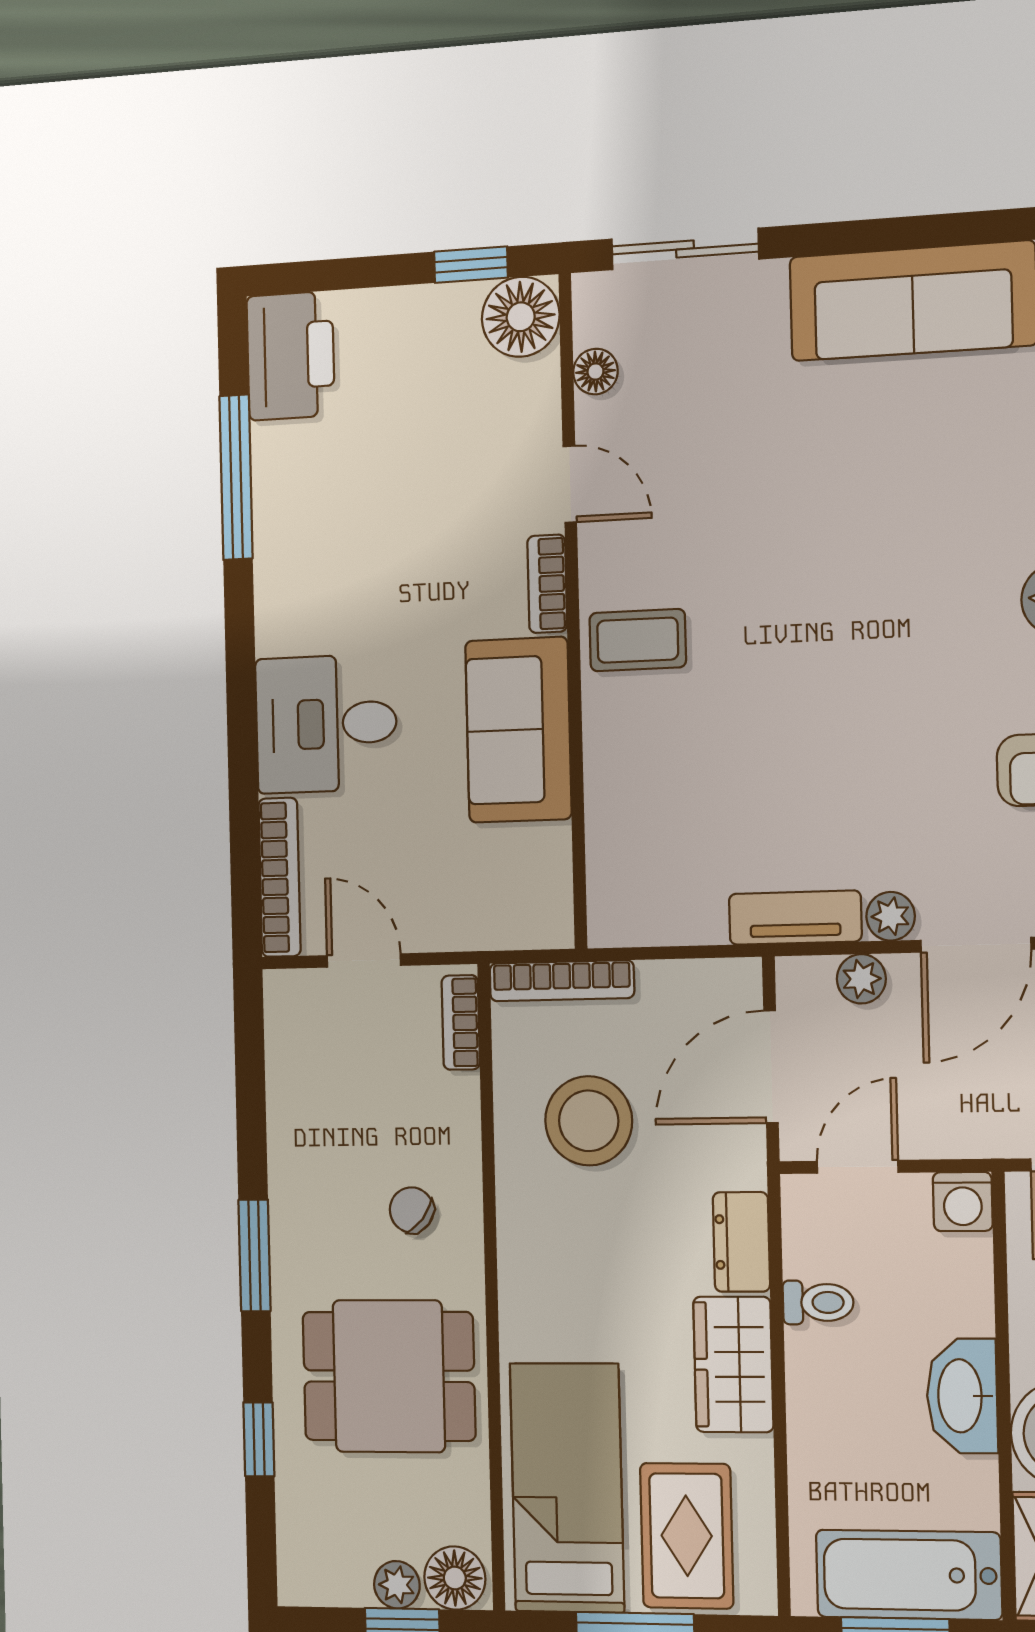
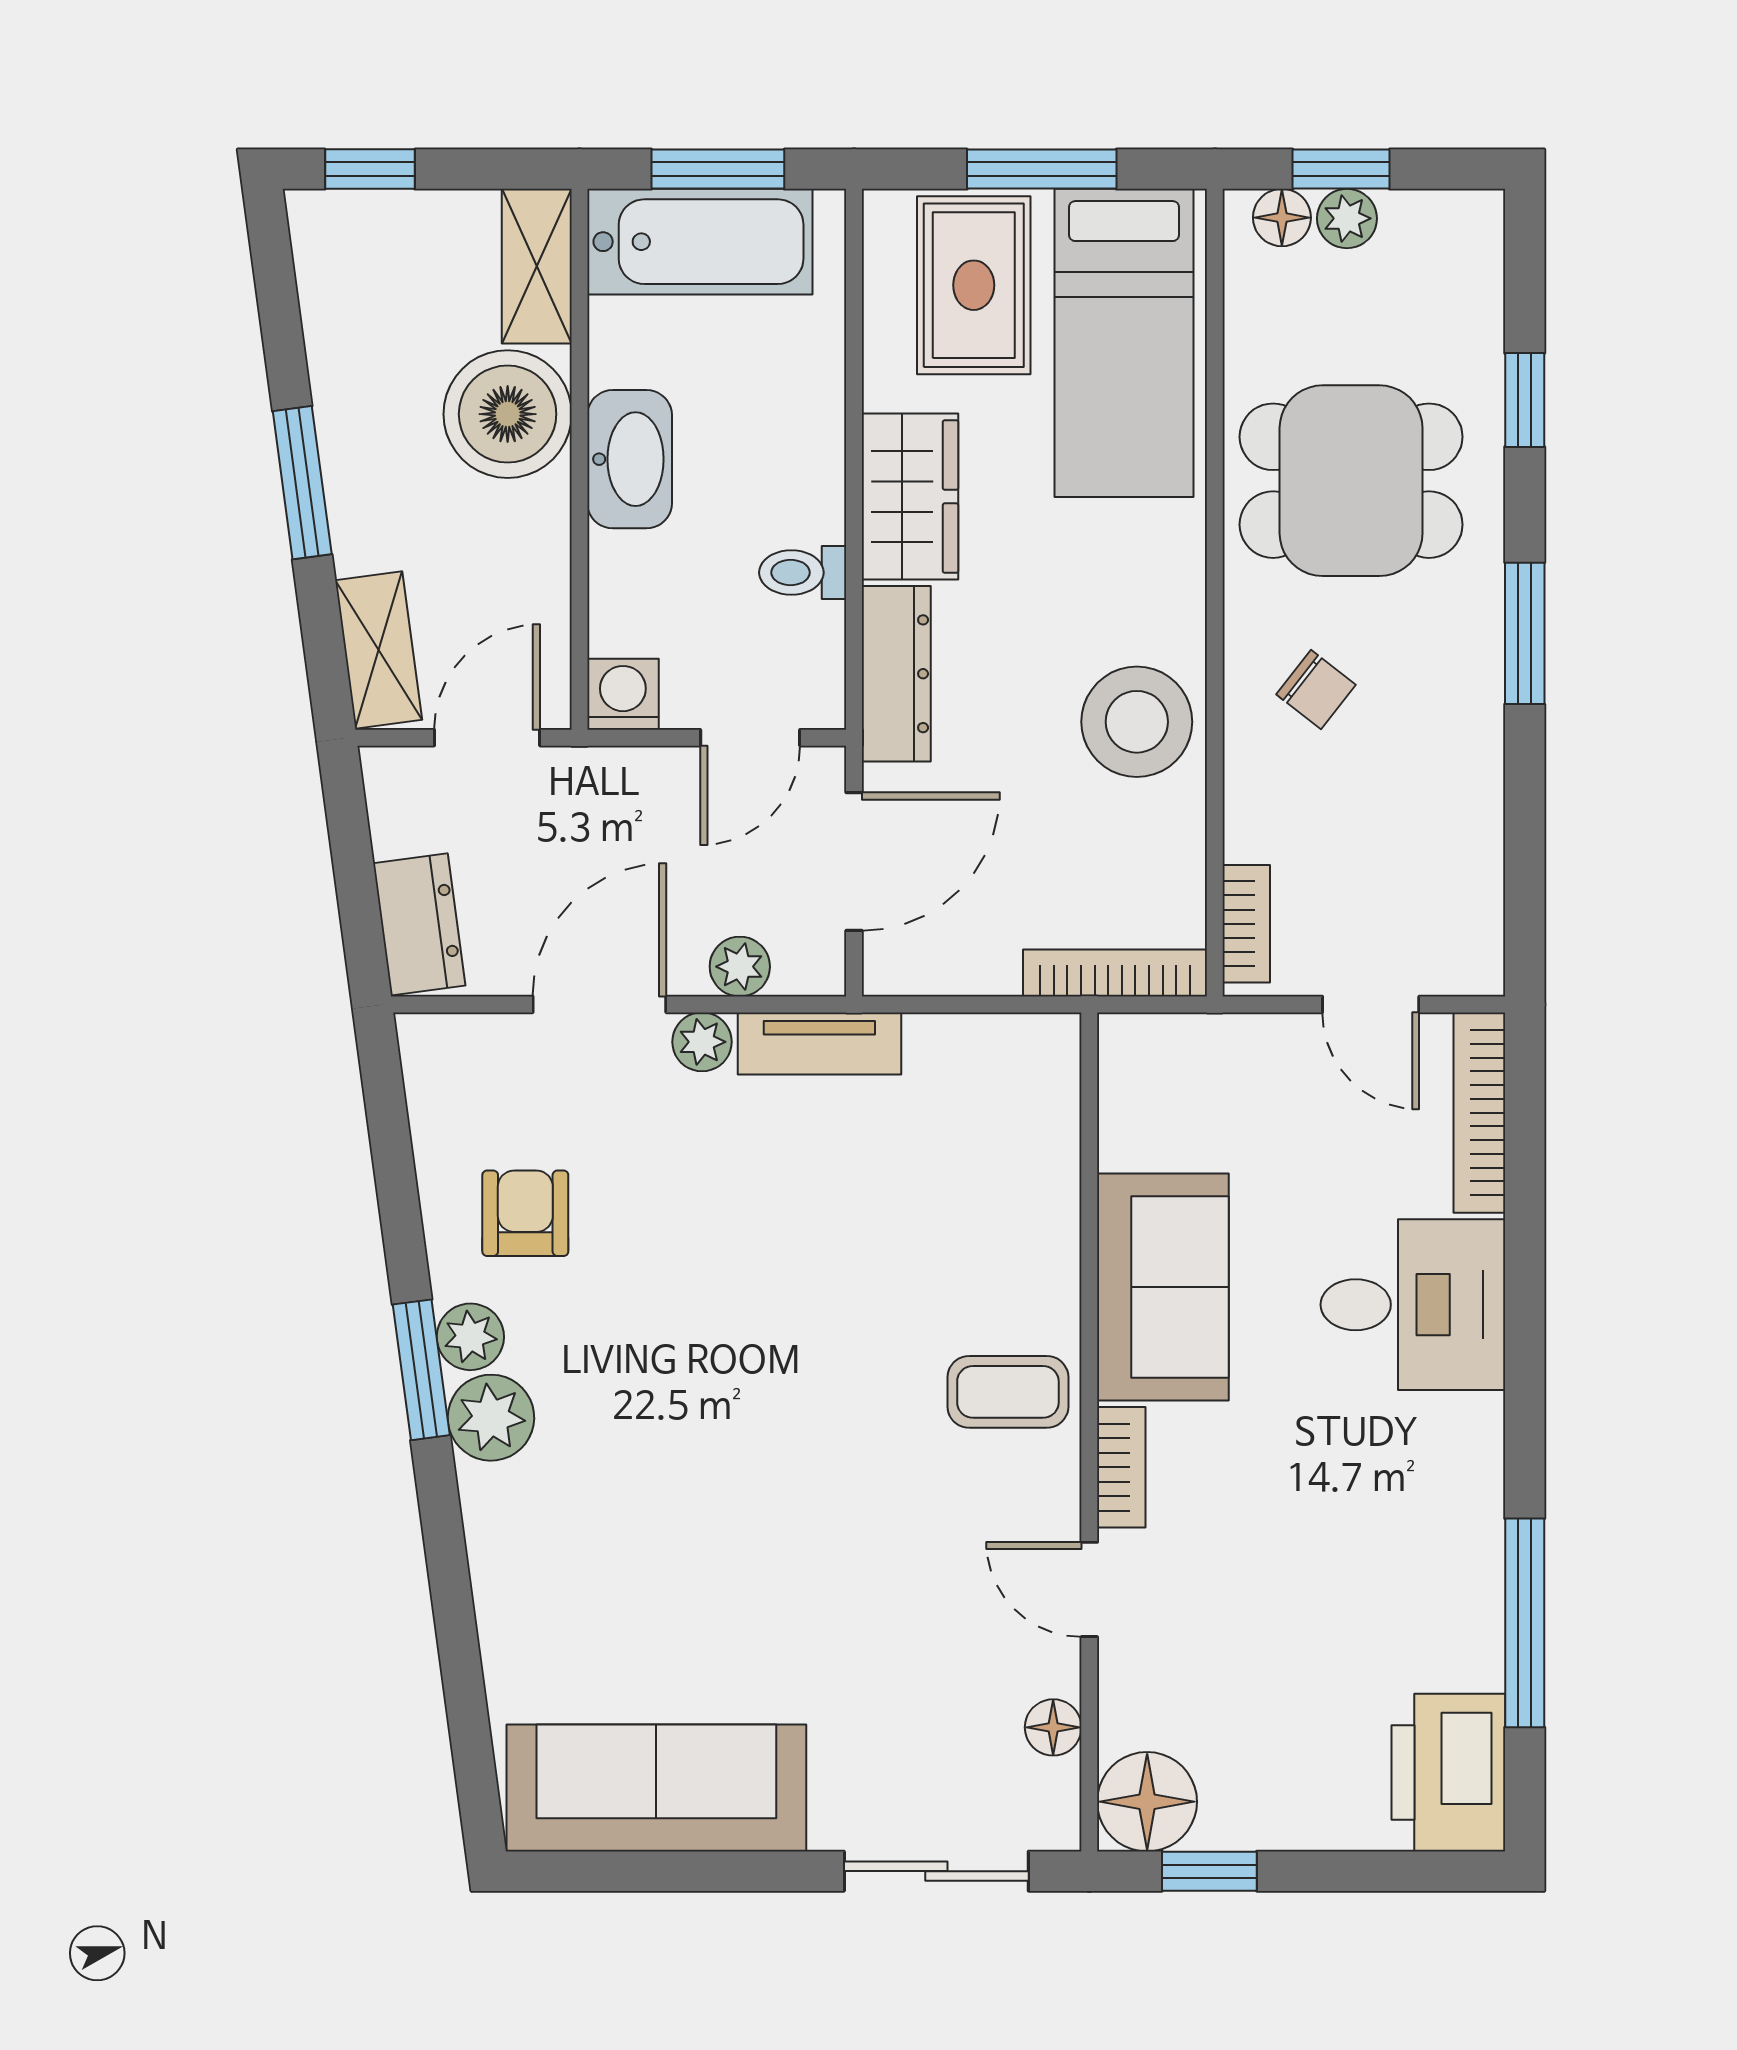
stool: (589, 1121) -> (1137, 722), moved
dresser: (741, 1242) -> (896, 674), width x1.44
floor lamp: (455, 1578) -> (1282, 218), width x0.73, depth x0.73

